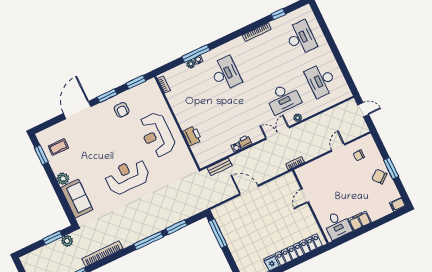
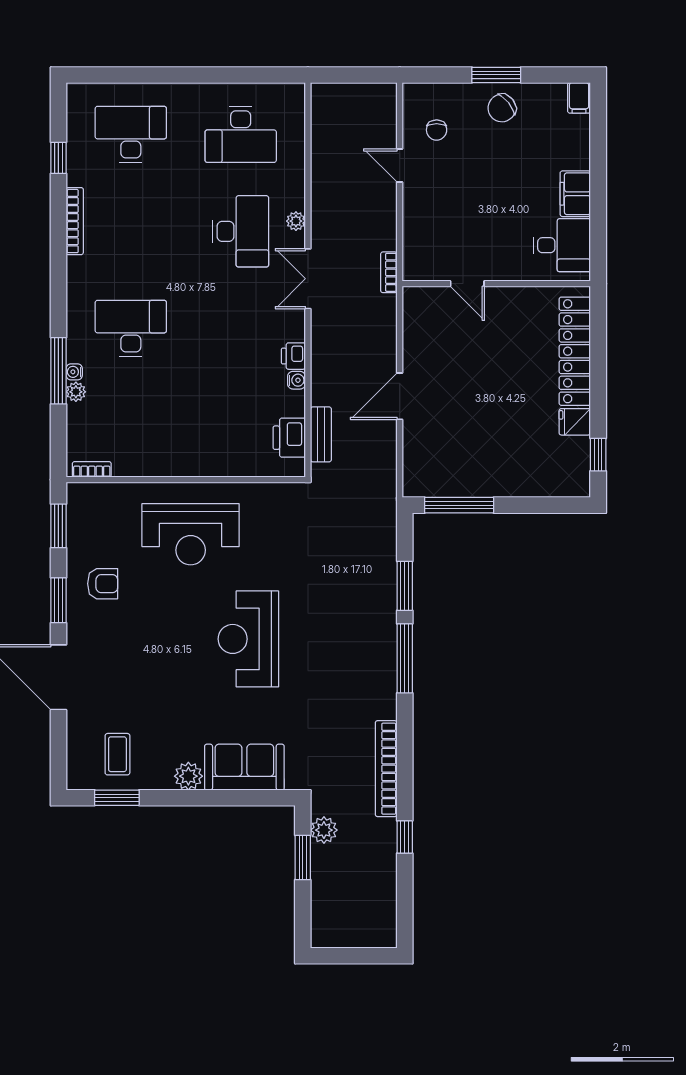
door: (363, 110) -> (345, 75), removed
printer: (192, 136) -> (289, 438), moved, turned -90

